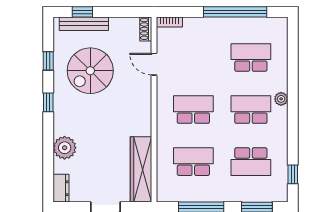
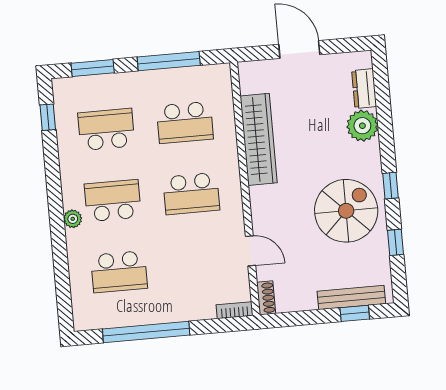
spiral stairs: (90, 71) -> (346, 211), moved
school desk: (251, 110) -> (113, 201), turned 180
wardrobe: (141, 169) -> (259, 139), moved
dresser: (61, 188) -> (364, 89), moved

